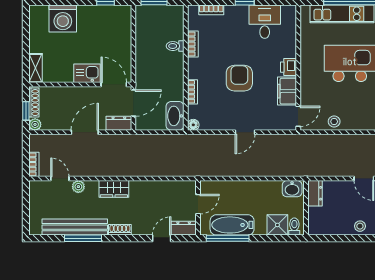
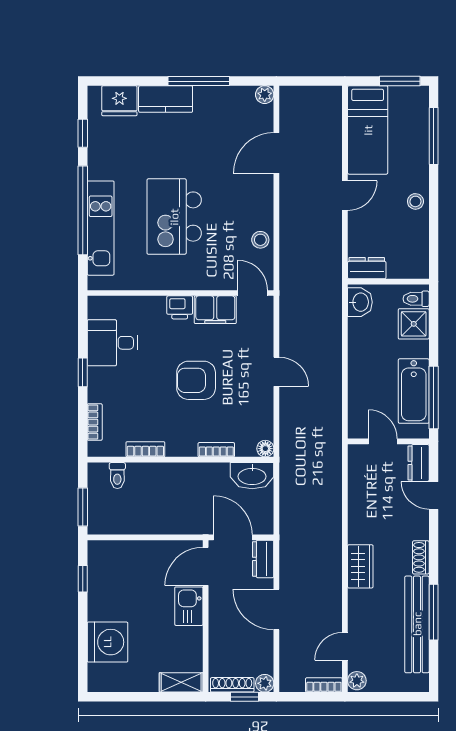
toilet: (175, 46) -> (117, 476), moved
plant: (78, 187) -> (357, 681), moved

